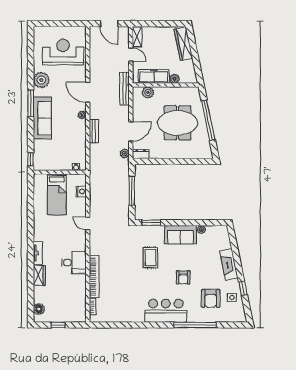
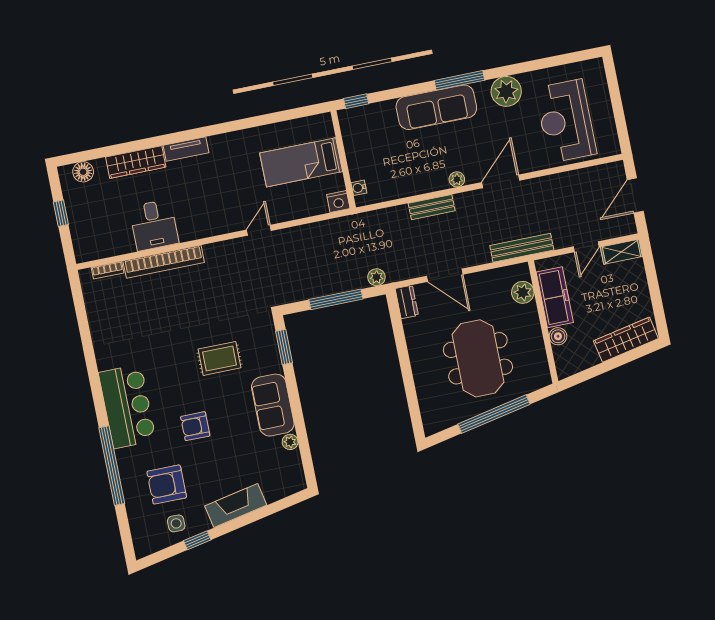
reception desk: (63, 52) -> (566, 121), turned 180
plant: (125, 153) -> (376, 277), moved
nightstand: (81, 191) -> (338, 202), moved
desk: (74, 263) -> (154, 225), moved
wardrobe: (39, 276) -> (136, 162), width x1.50

